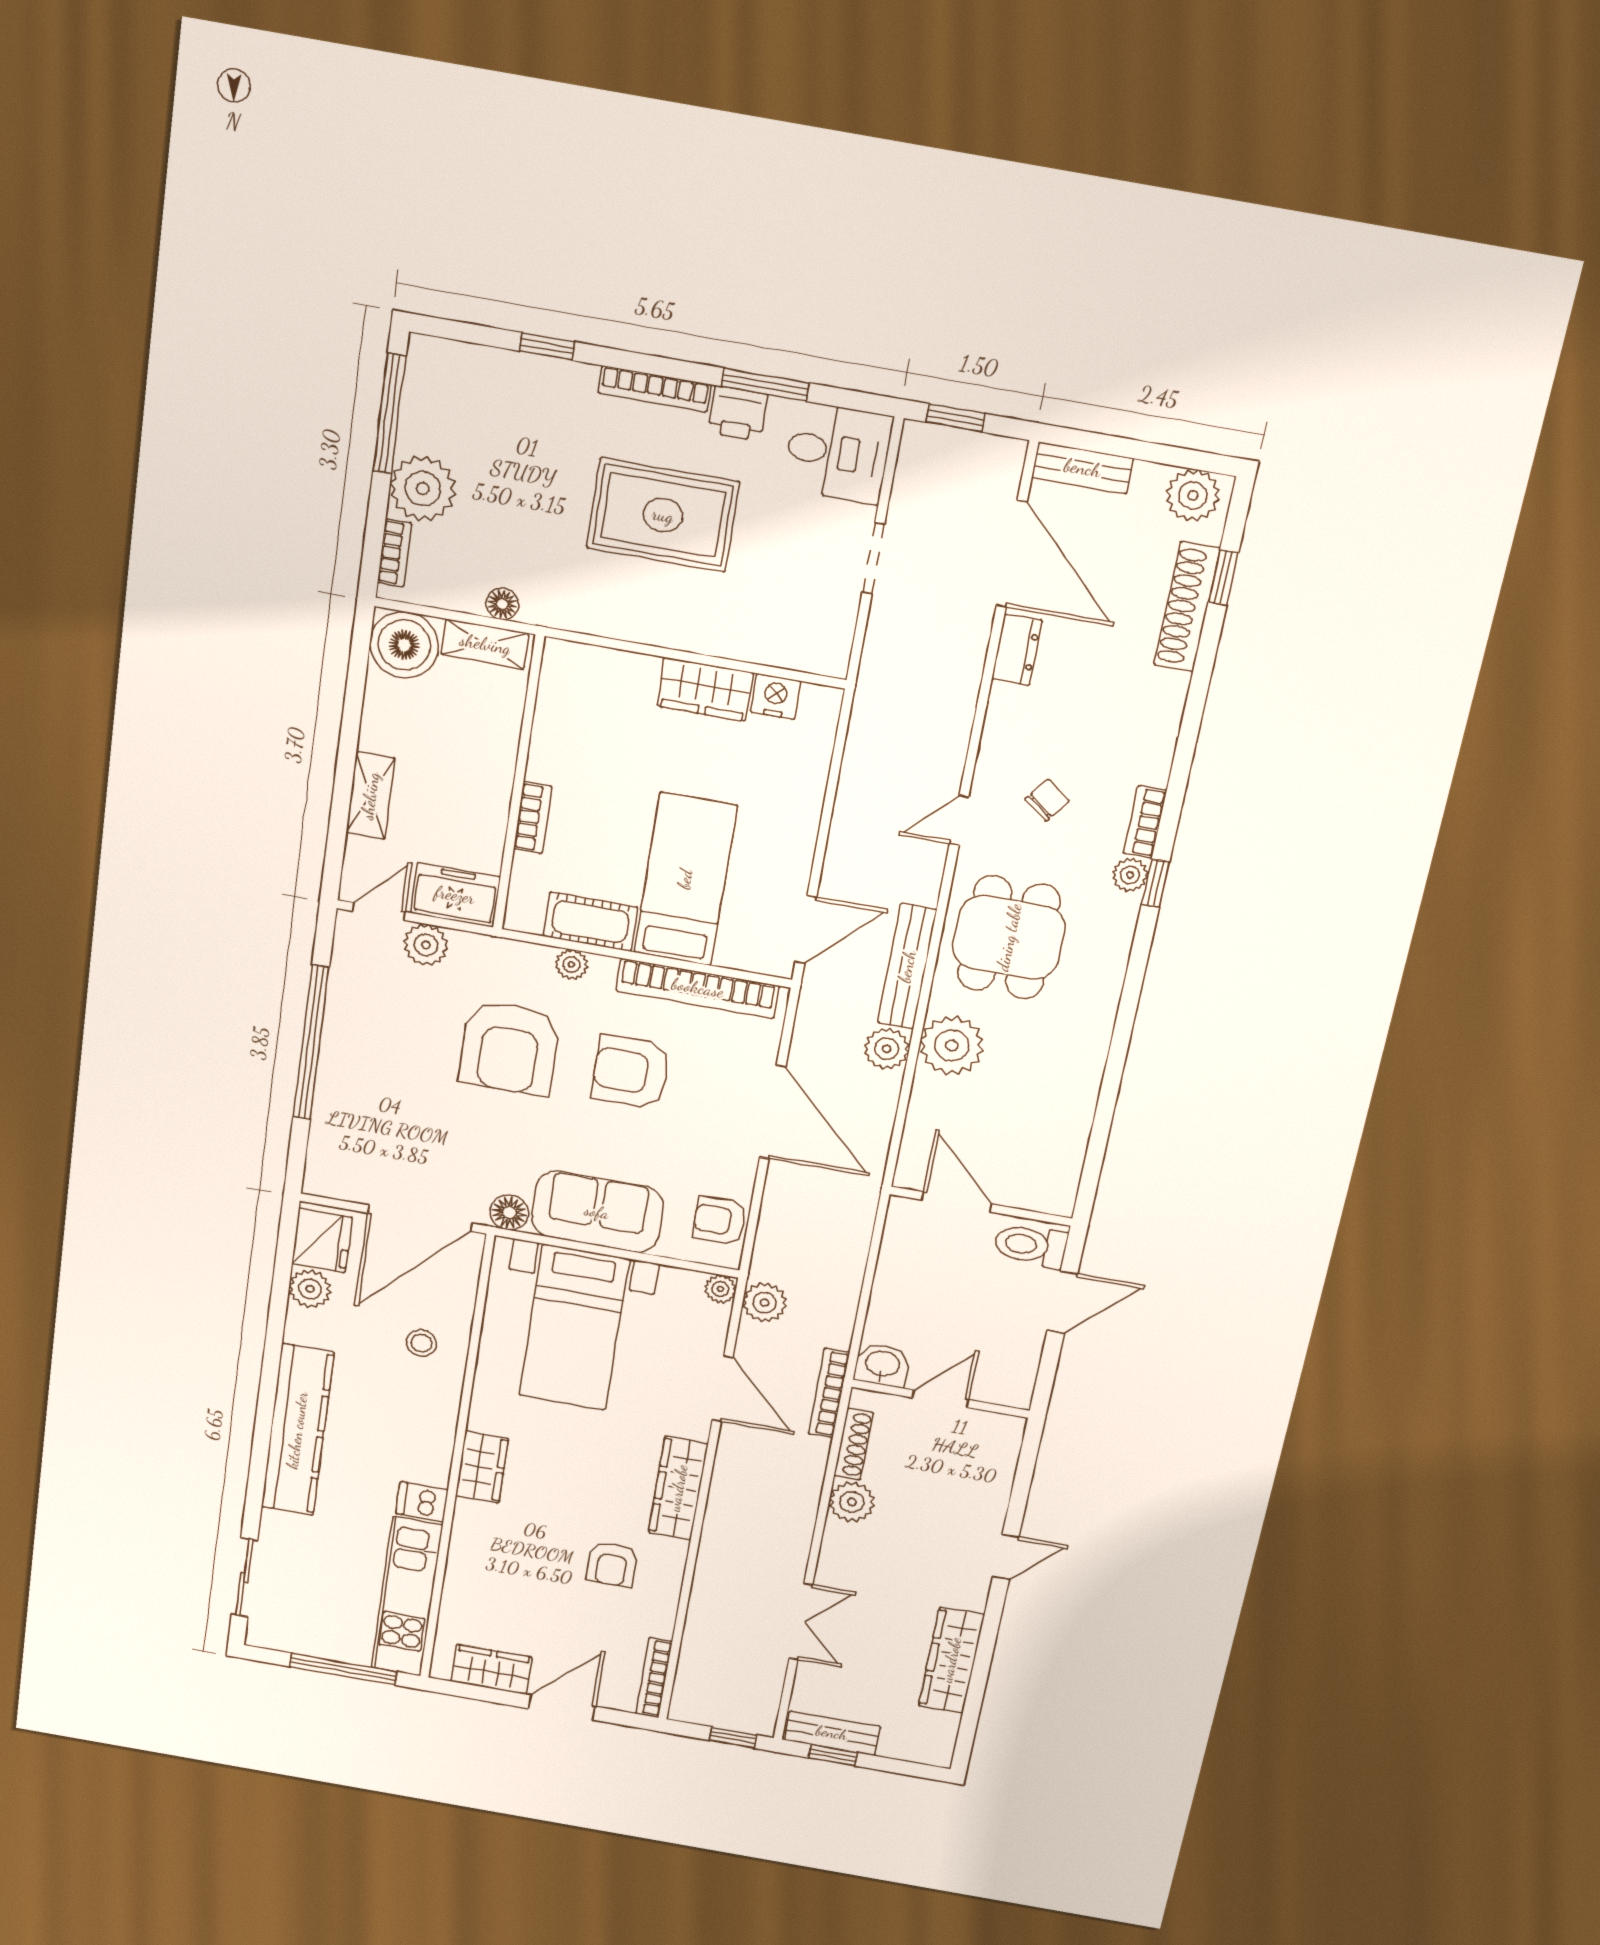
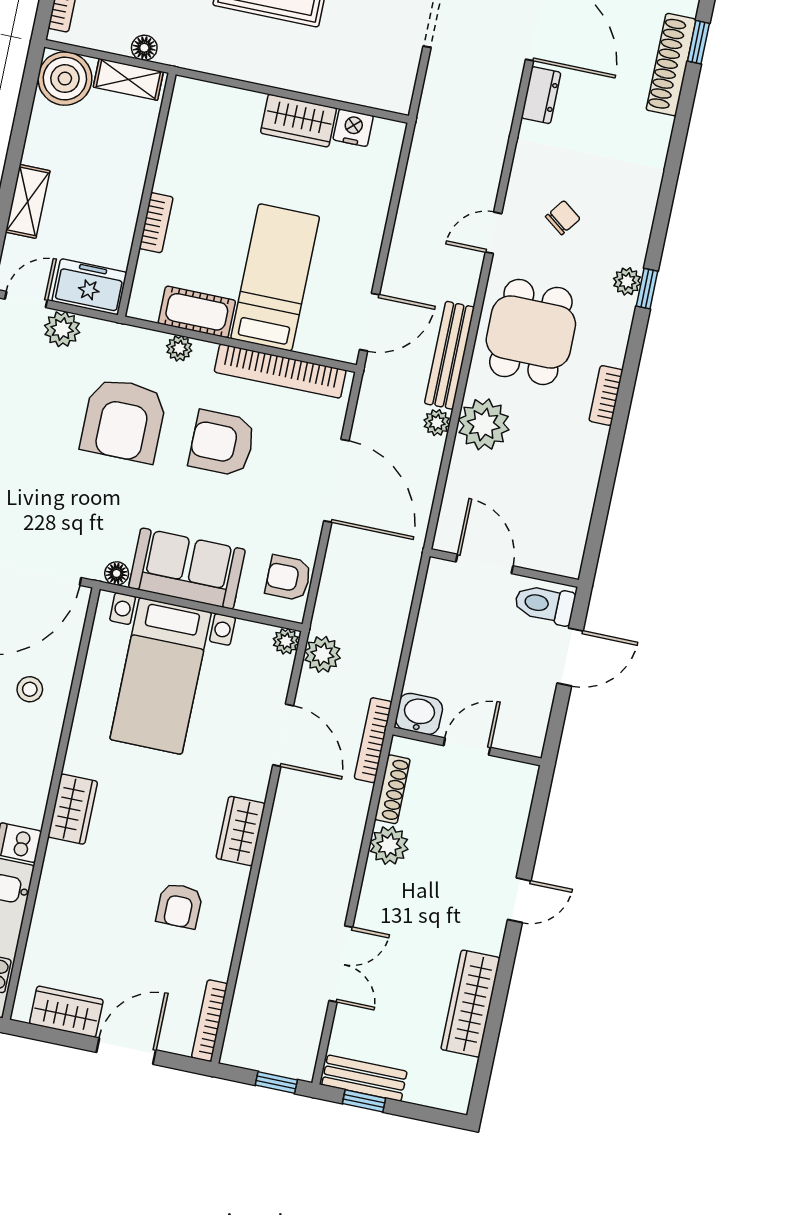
bookcase: (1145, 822) -> (606, 395), moved
plant: (887, 1049) -> (437, 423), width x0.73, depth x0.73
floor lamp: (509, 1213) -> (117, 573), width x0.73, depth x0.73
wardrobe: (678, 1488) -> (241, 831), width x0.67

